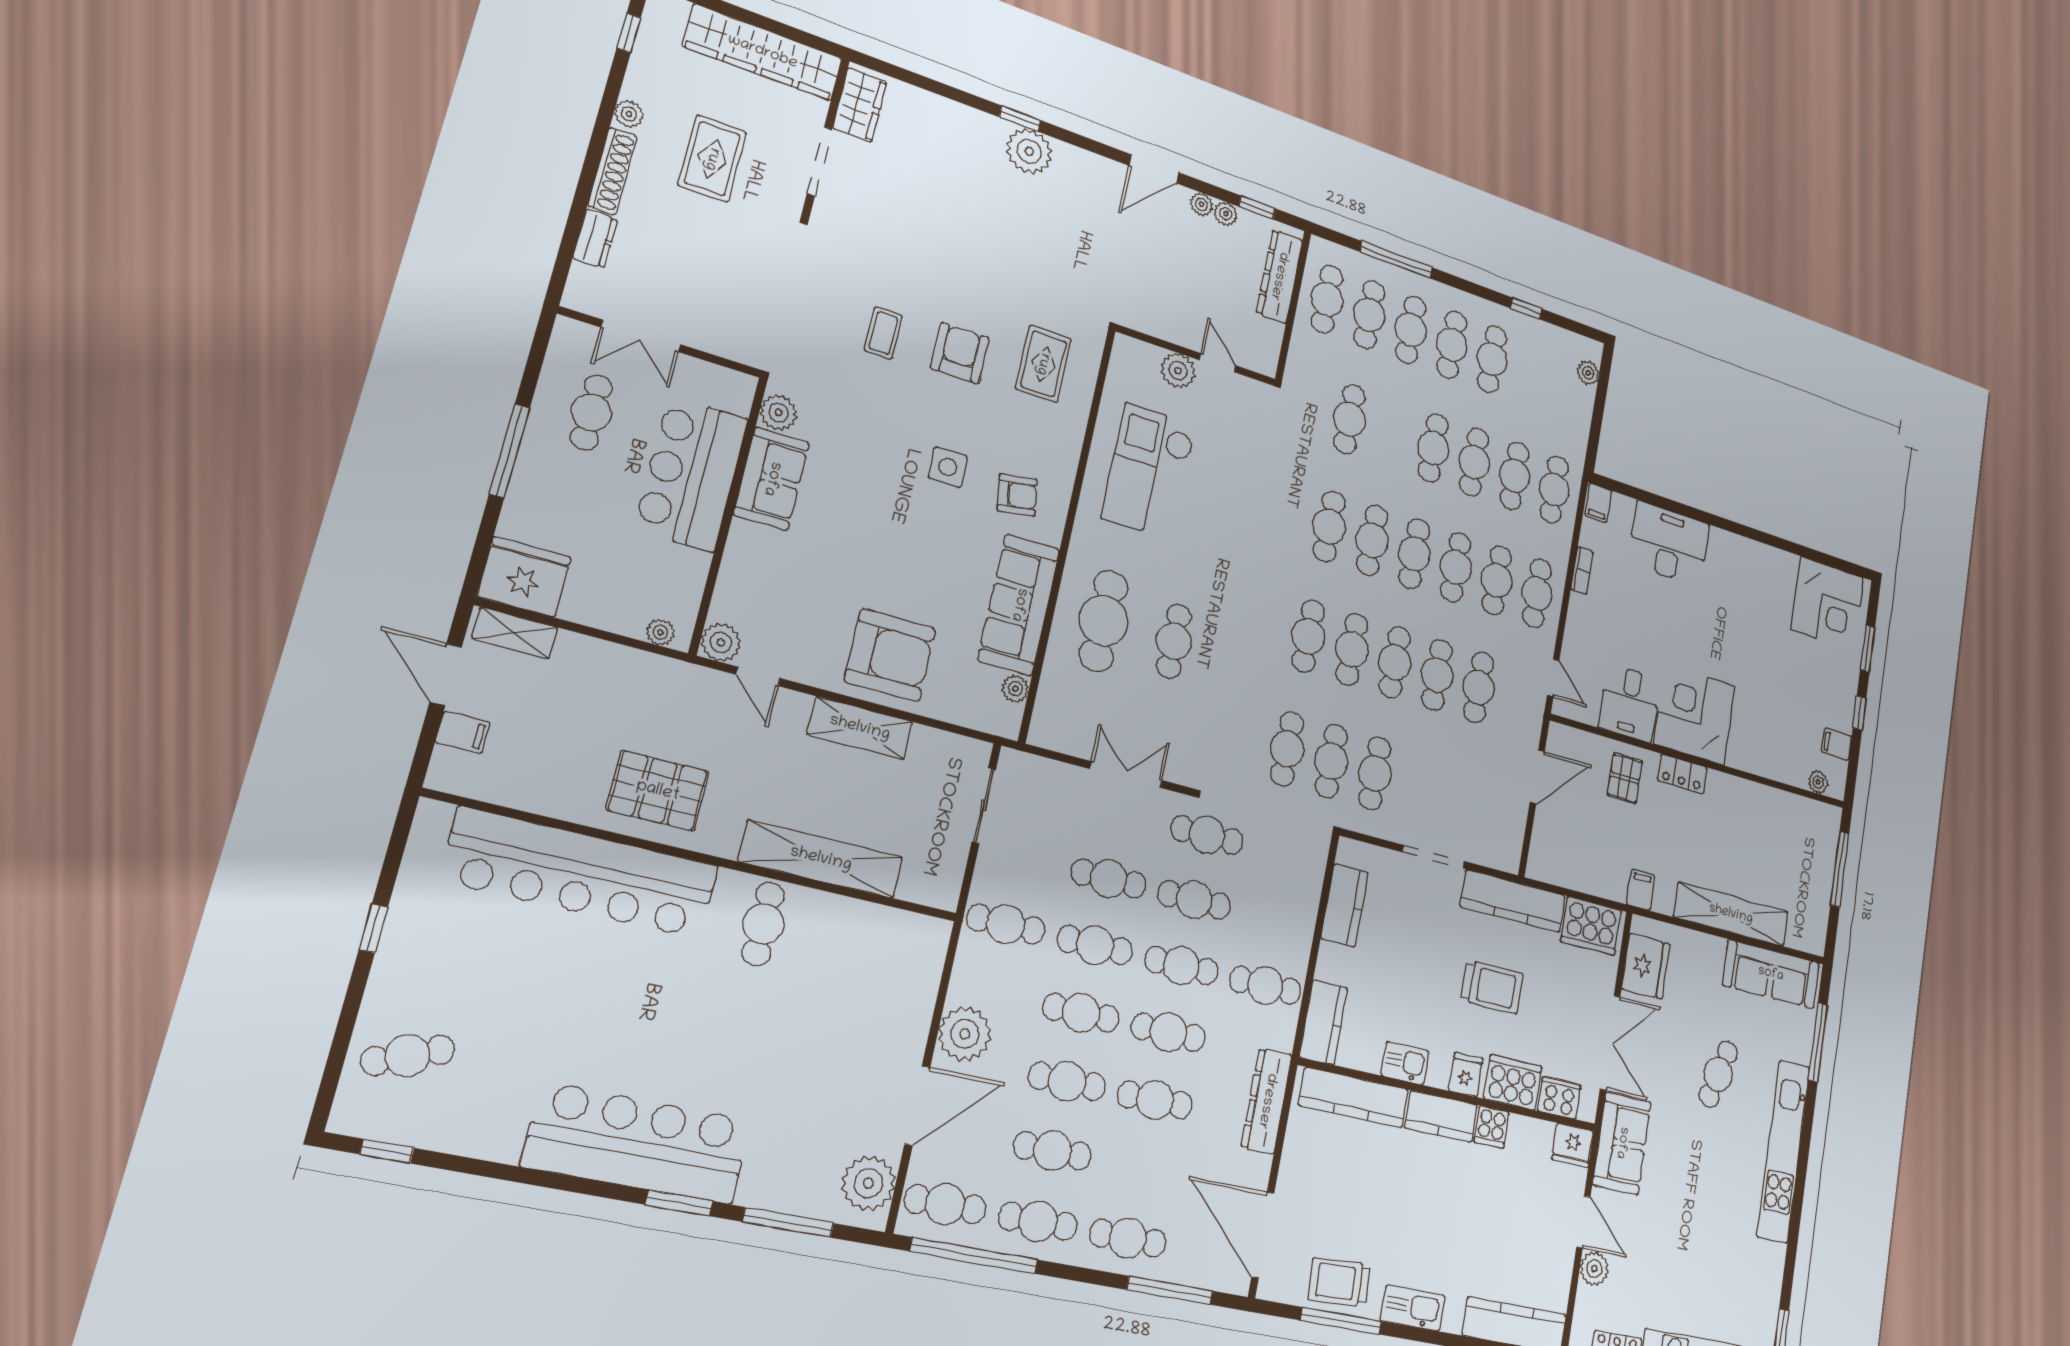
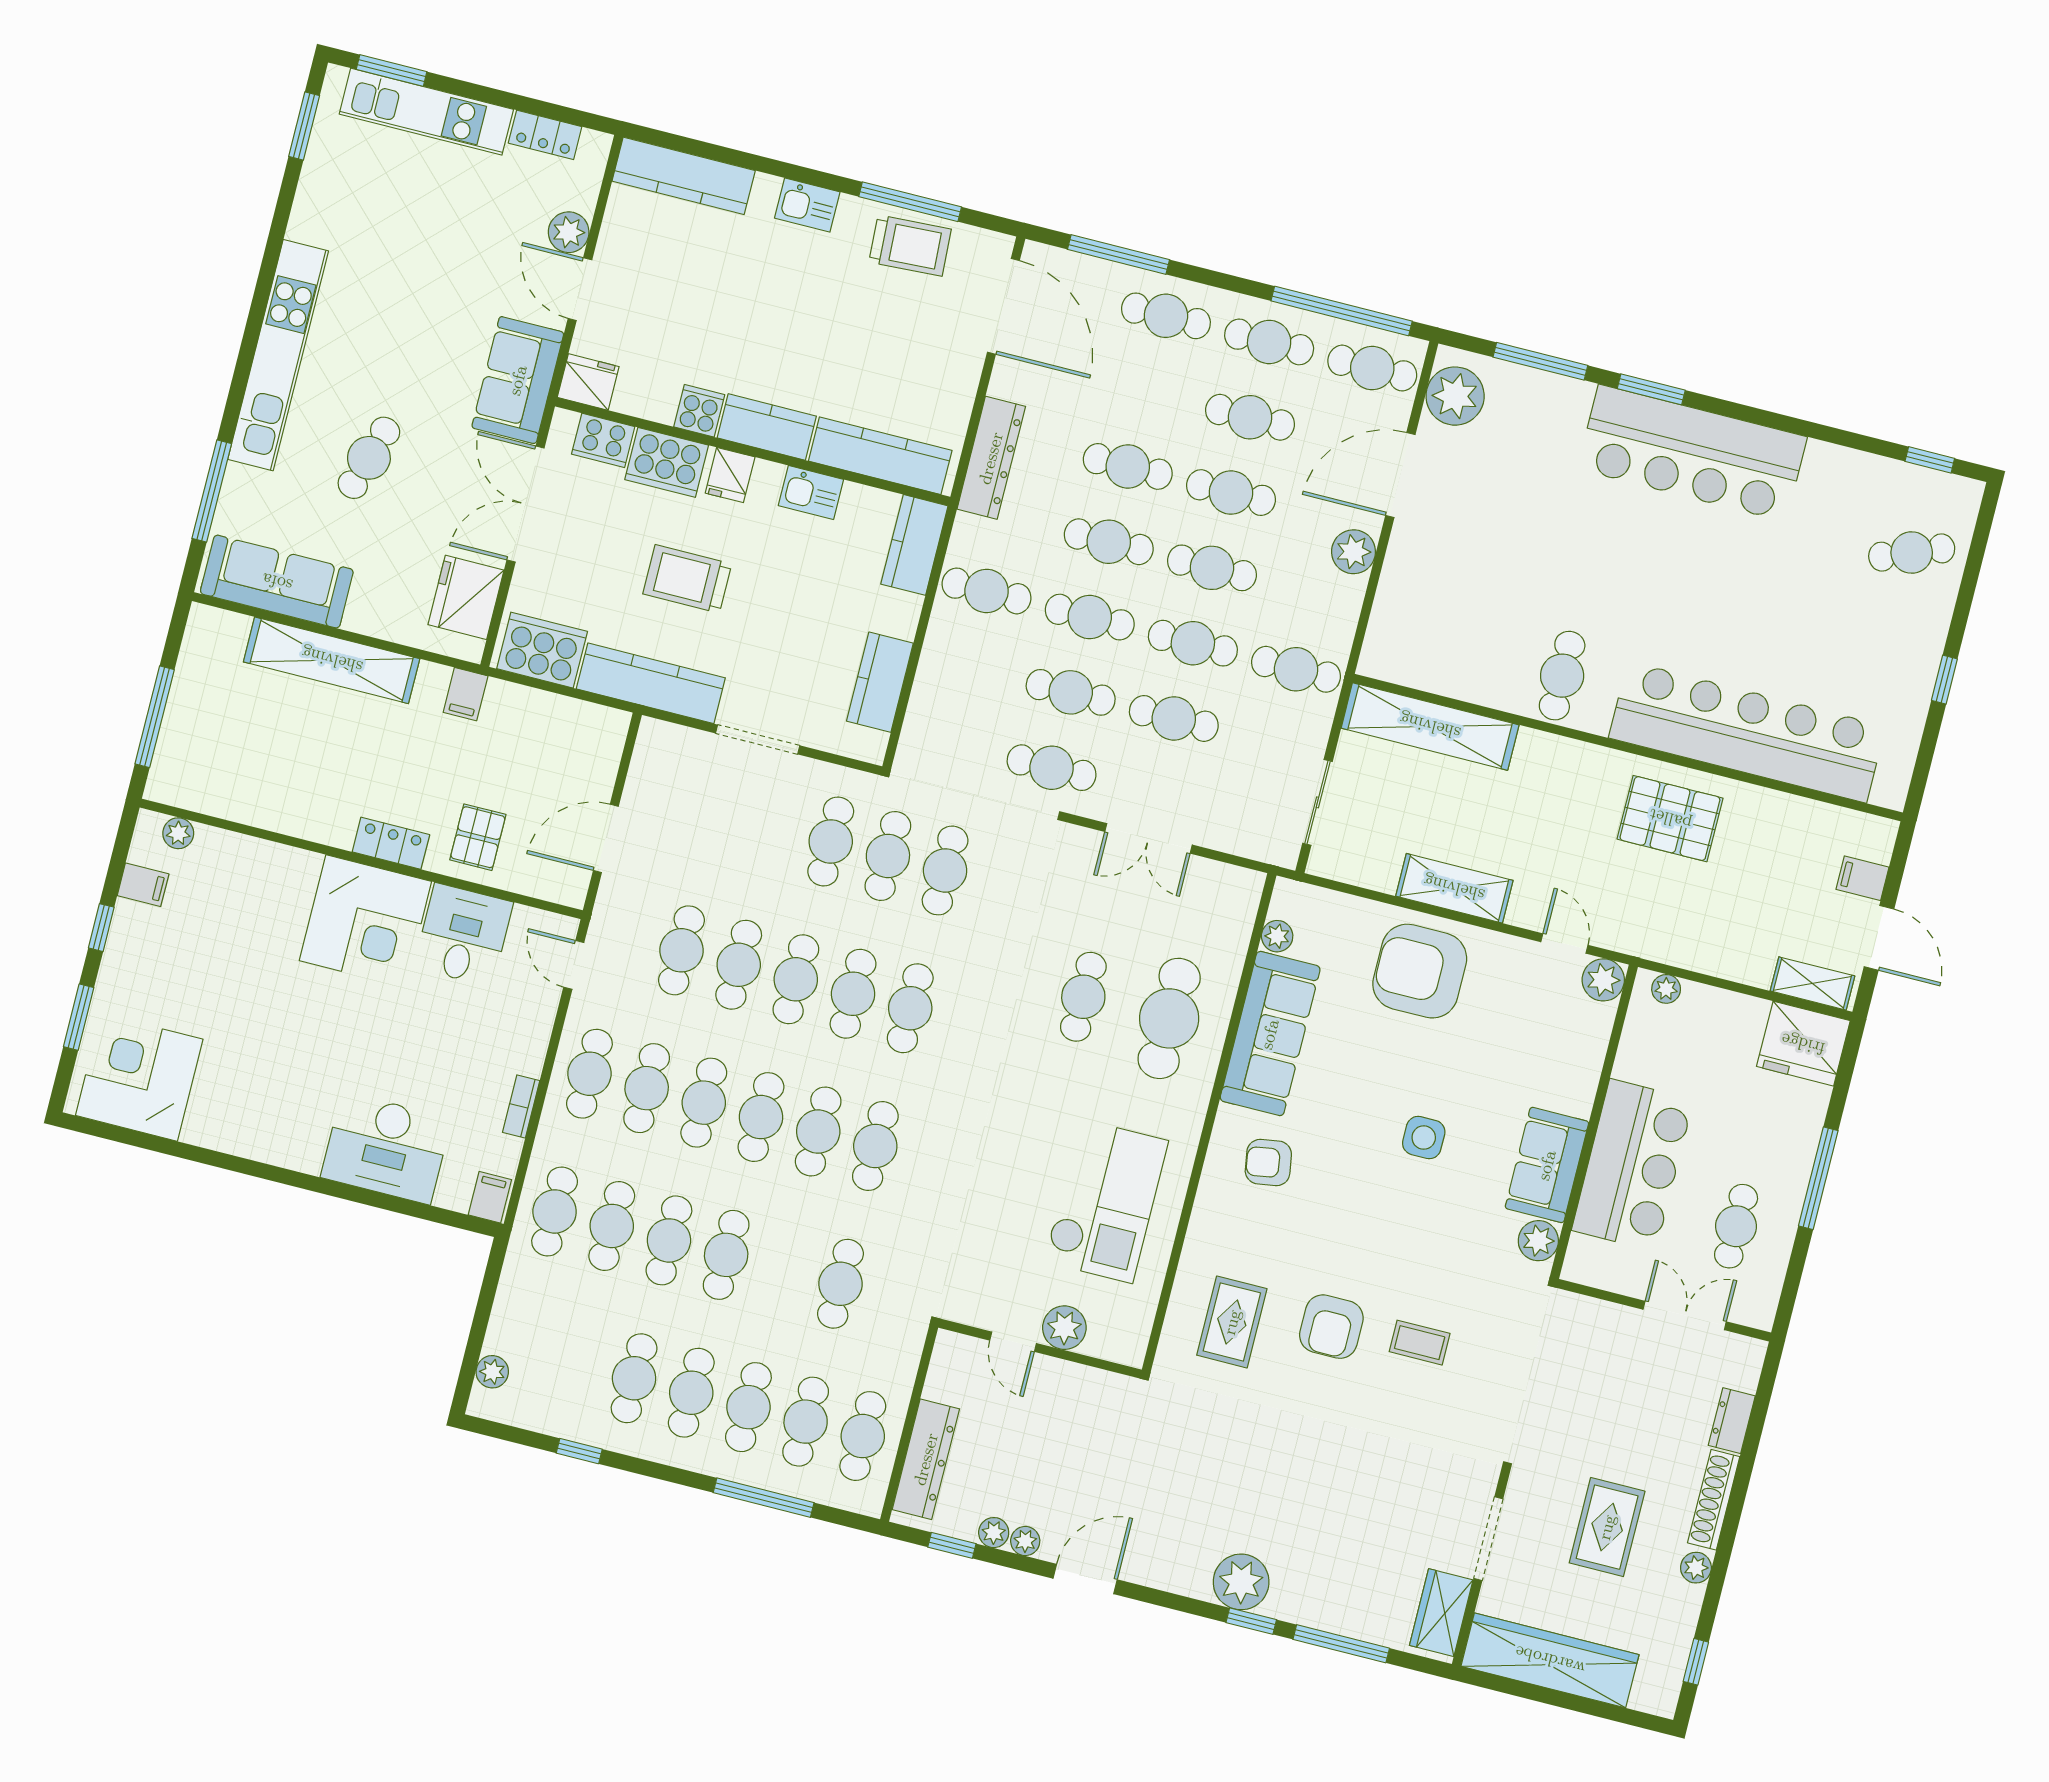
window: (945, 90) -> (1341, 1644), added
coffee table: (883, 333) -> (1420, 1343), turned 90
side table: (948, 467) -> (1424, 1138), moved
shelving: (821, 859) -> (1430, 726), moved
plant: (965, 1034) -> (1354, 552), width x0.73, depth x0.73
kitchen sink: (1413, 1308) -> (807, 205), width x0.73

